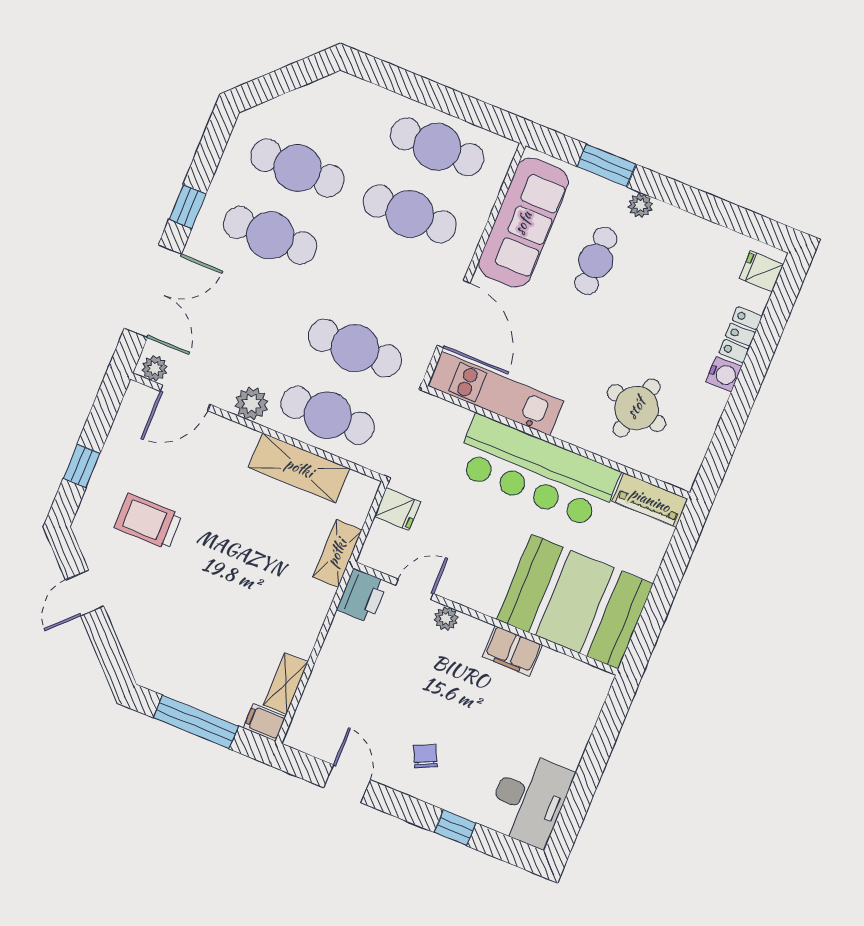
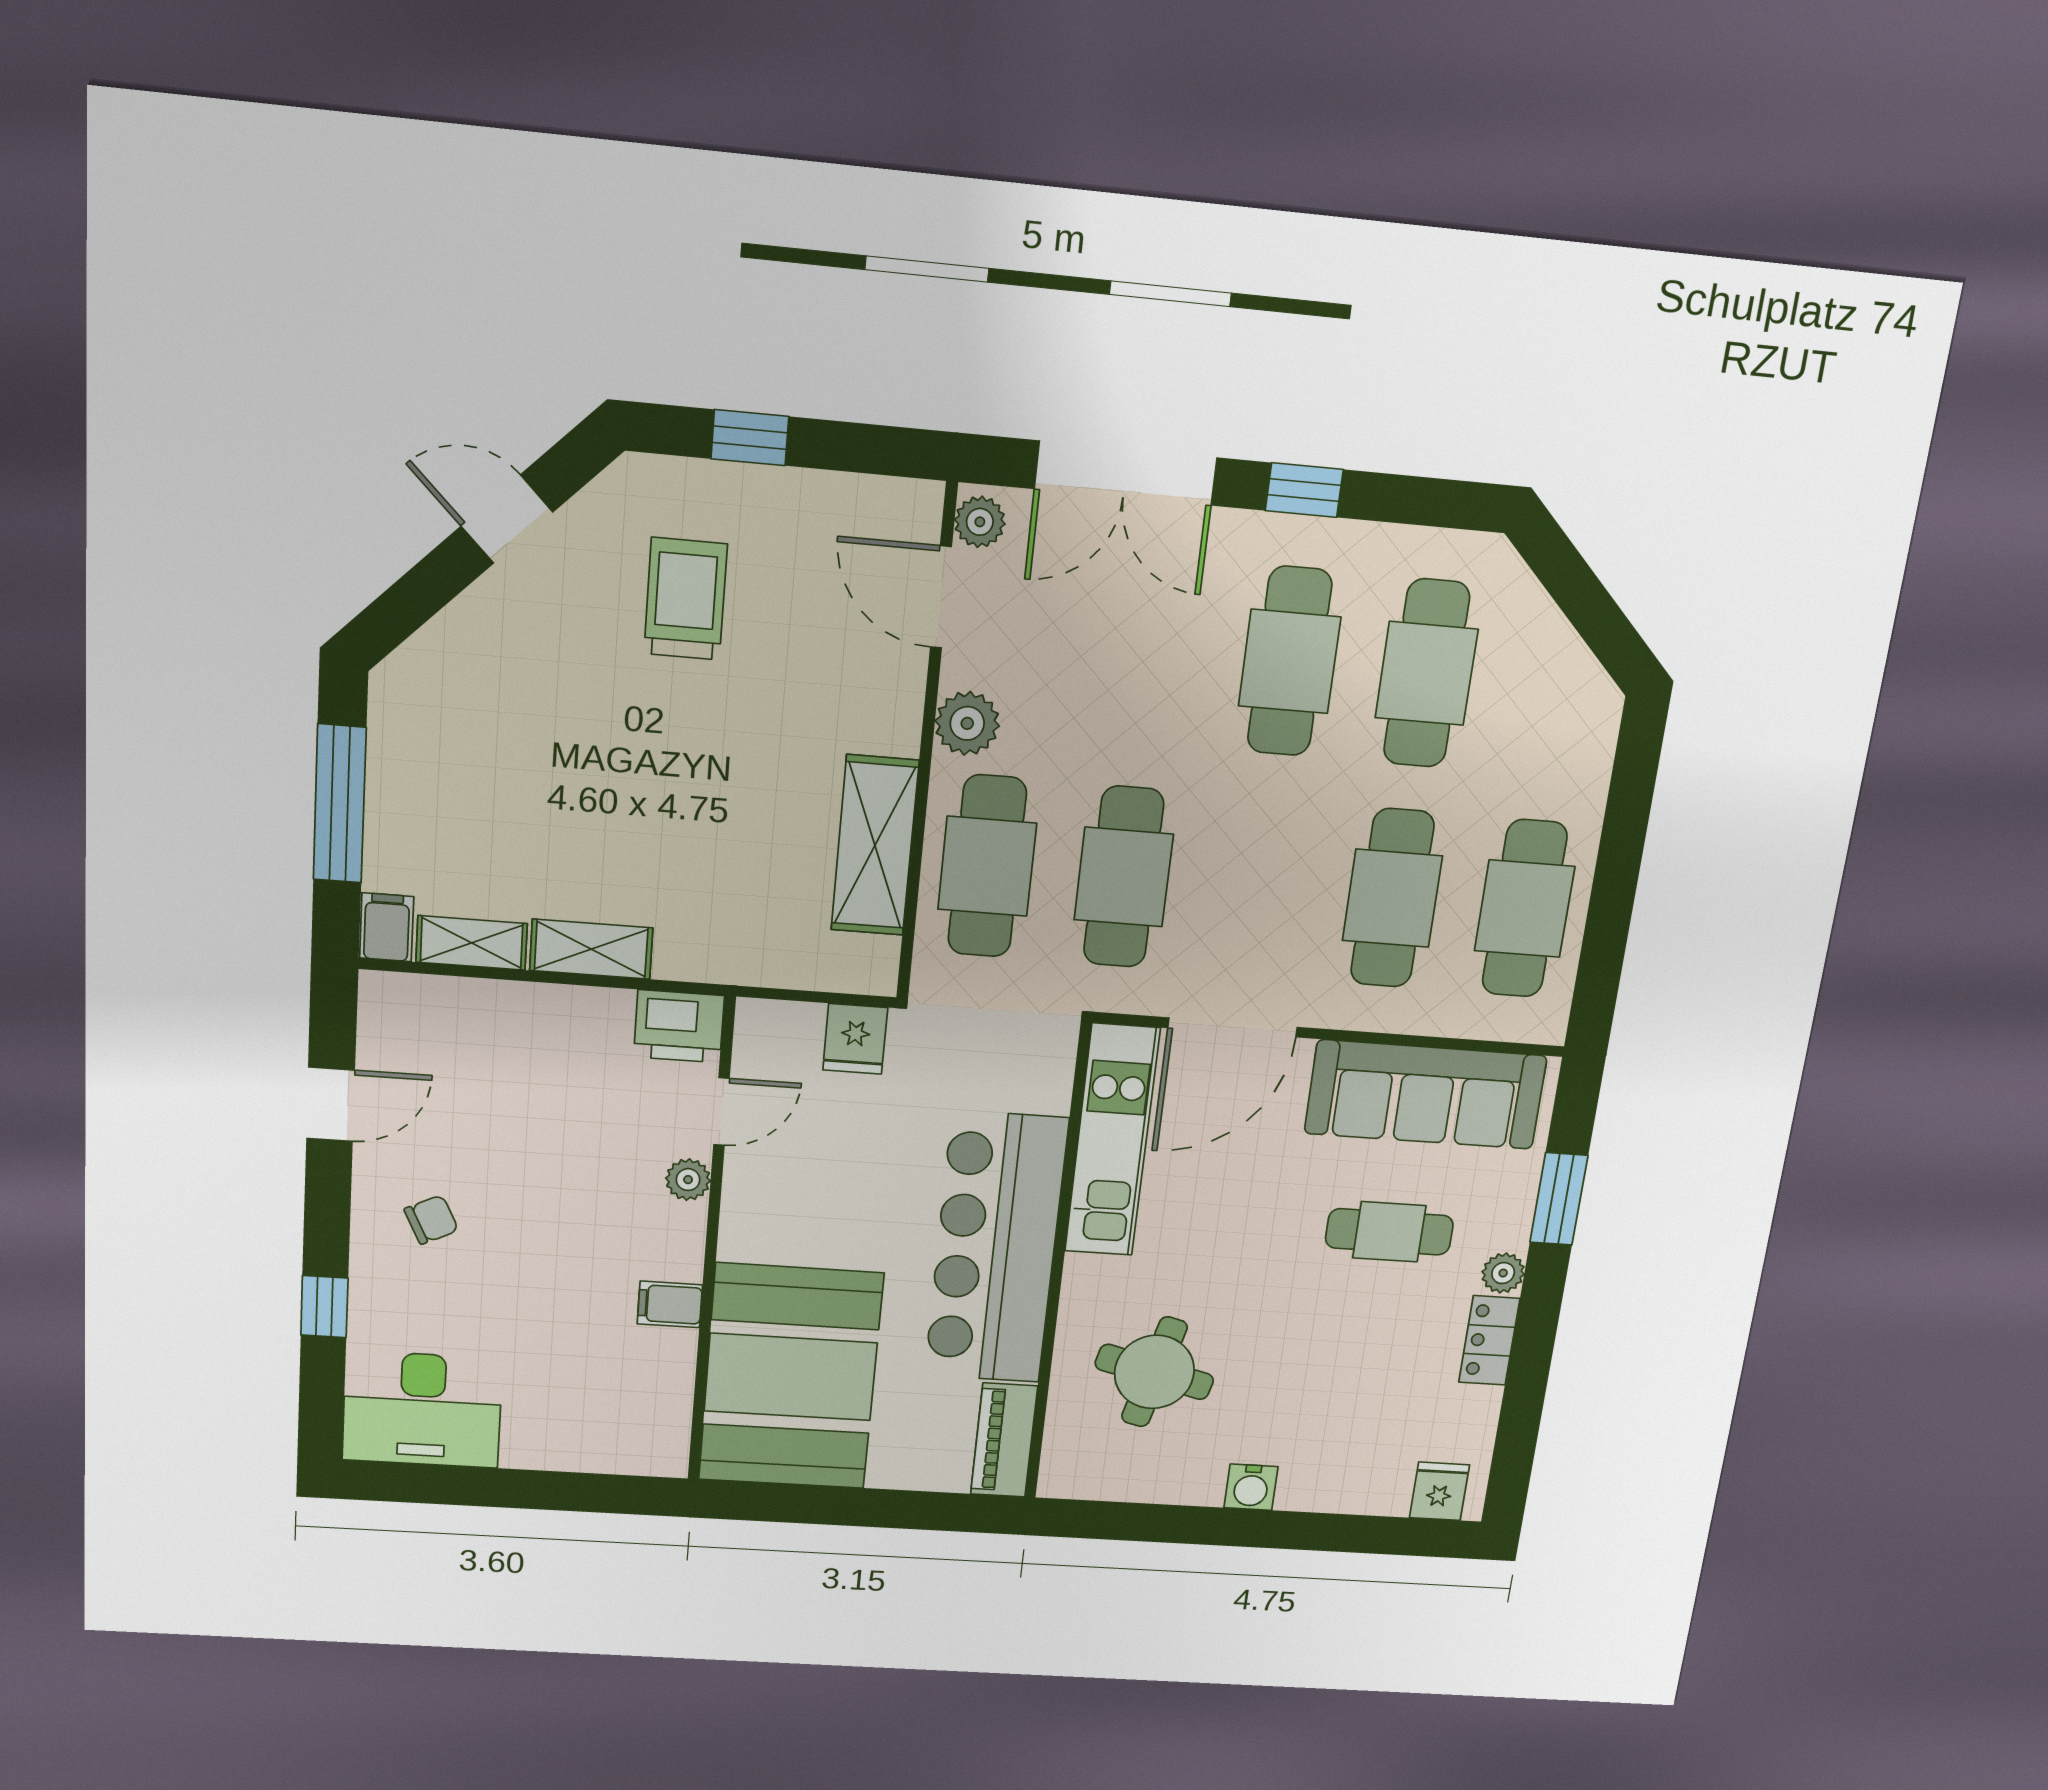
locker: (740, 335) -> (1489, 1340), moved, turned -90
shelving: (337, 553) -> (591, 949), moved
door: (415, 589) -> (721, 1112), hinge flipped
filing cabinet: (512, 651) -> (670, 1304), width x0.50

